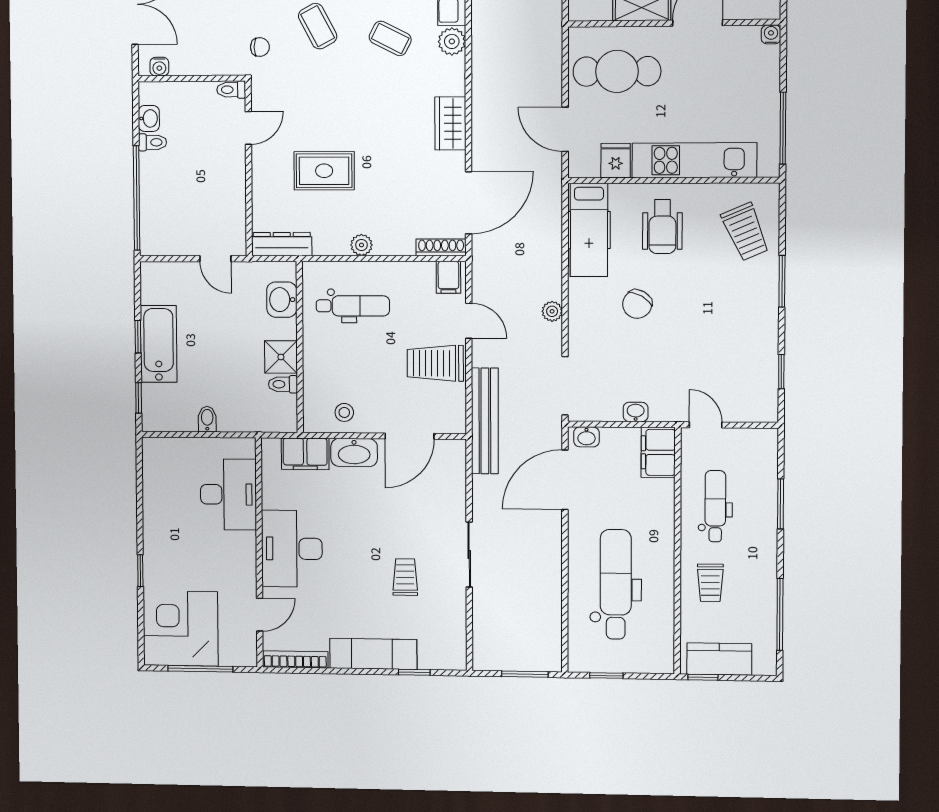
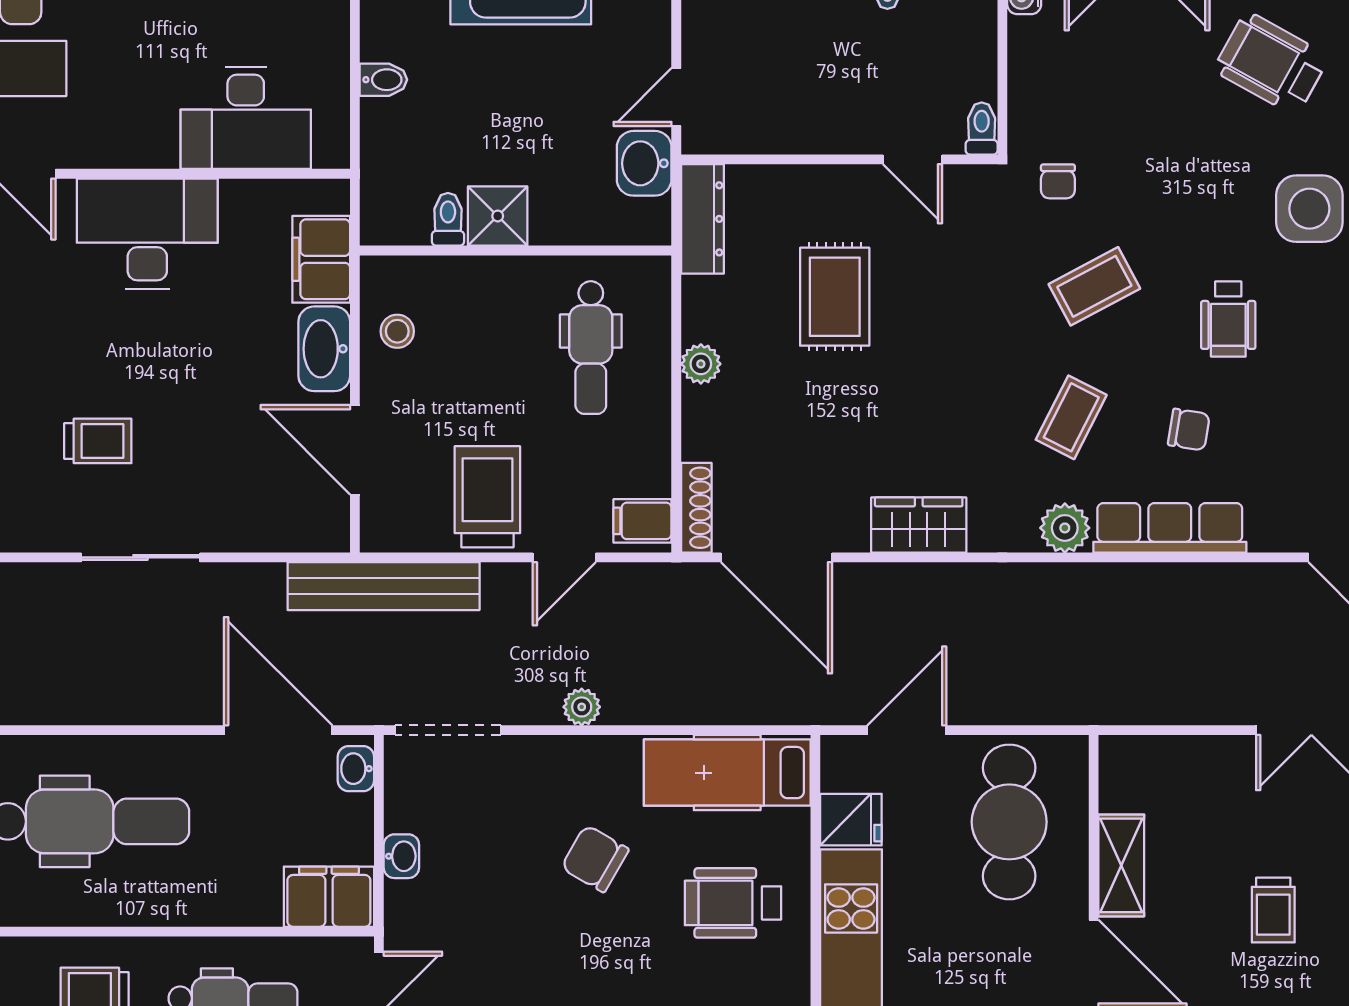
washbasin: (282, 300) -> (644, 163), moved, turned -90

